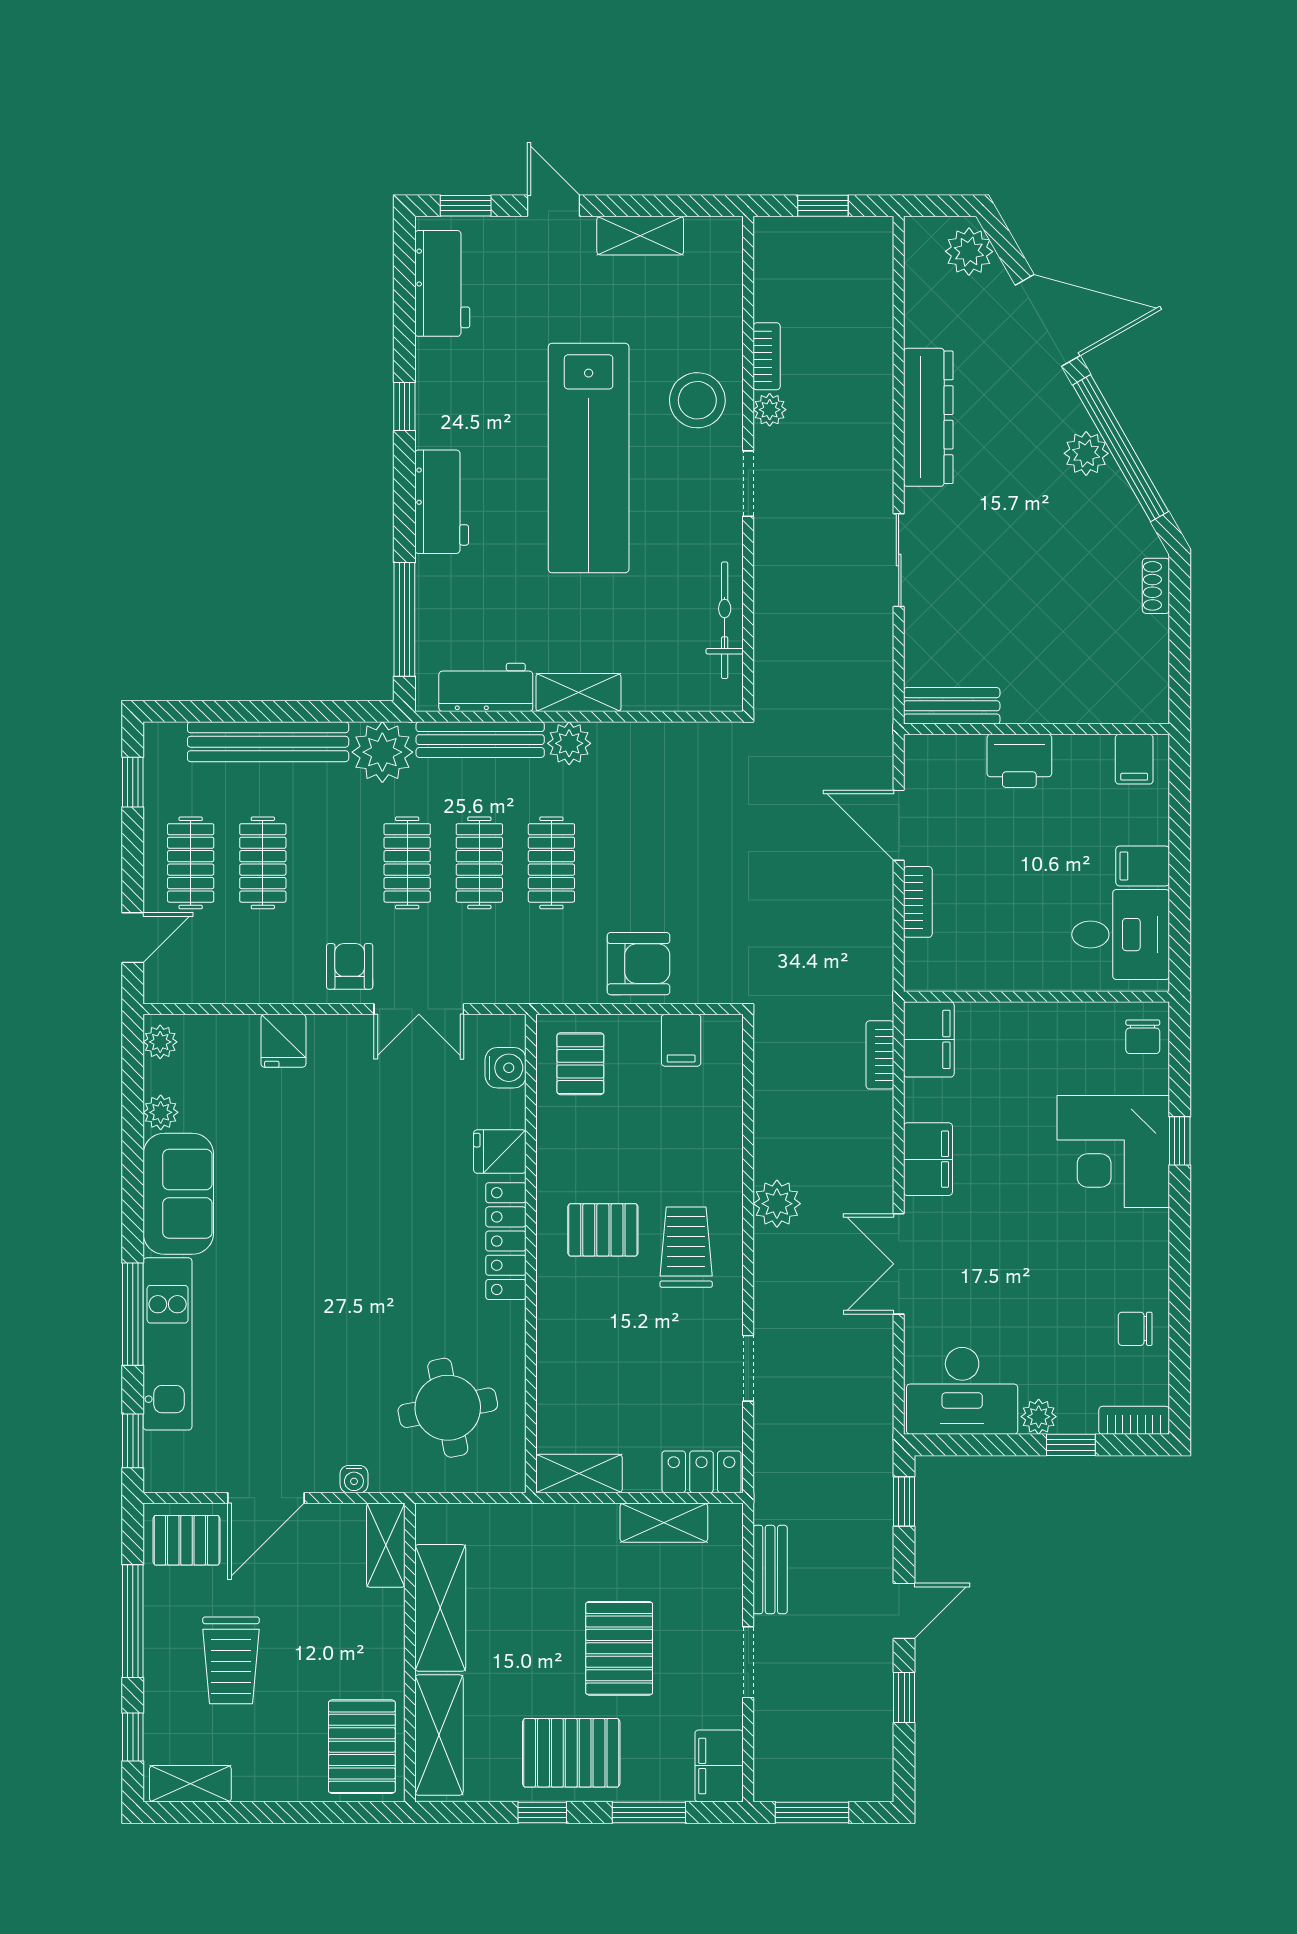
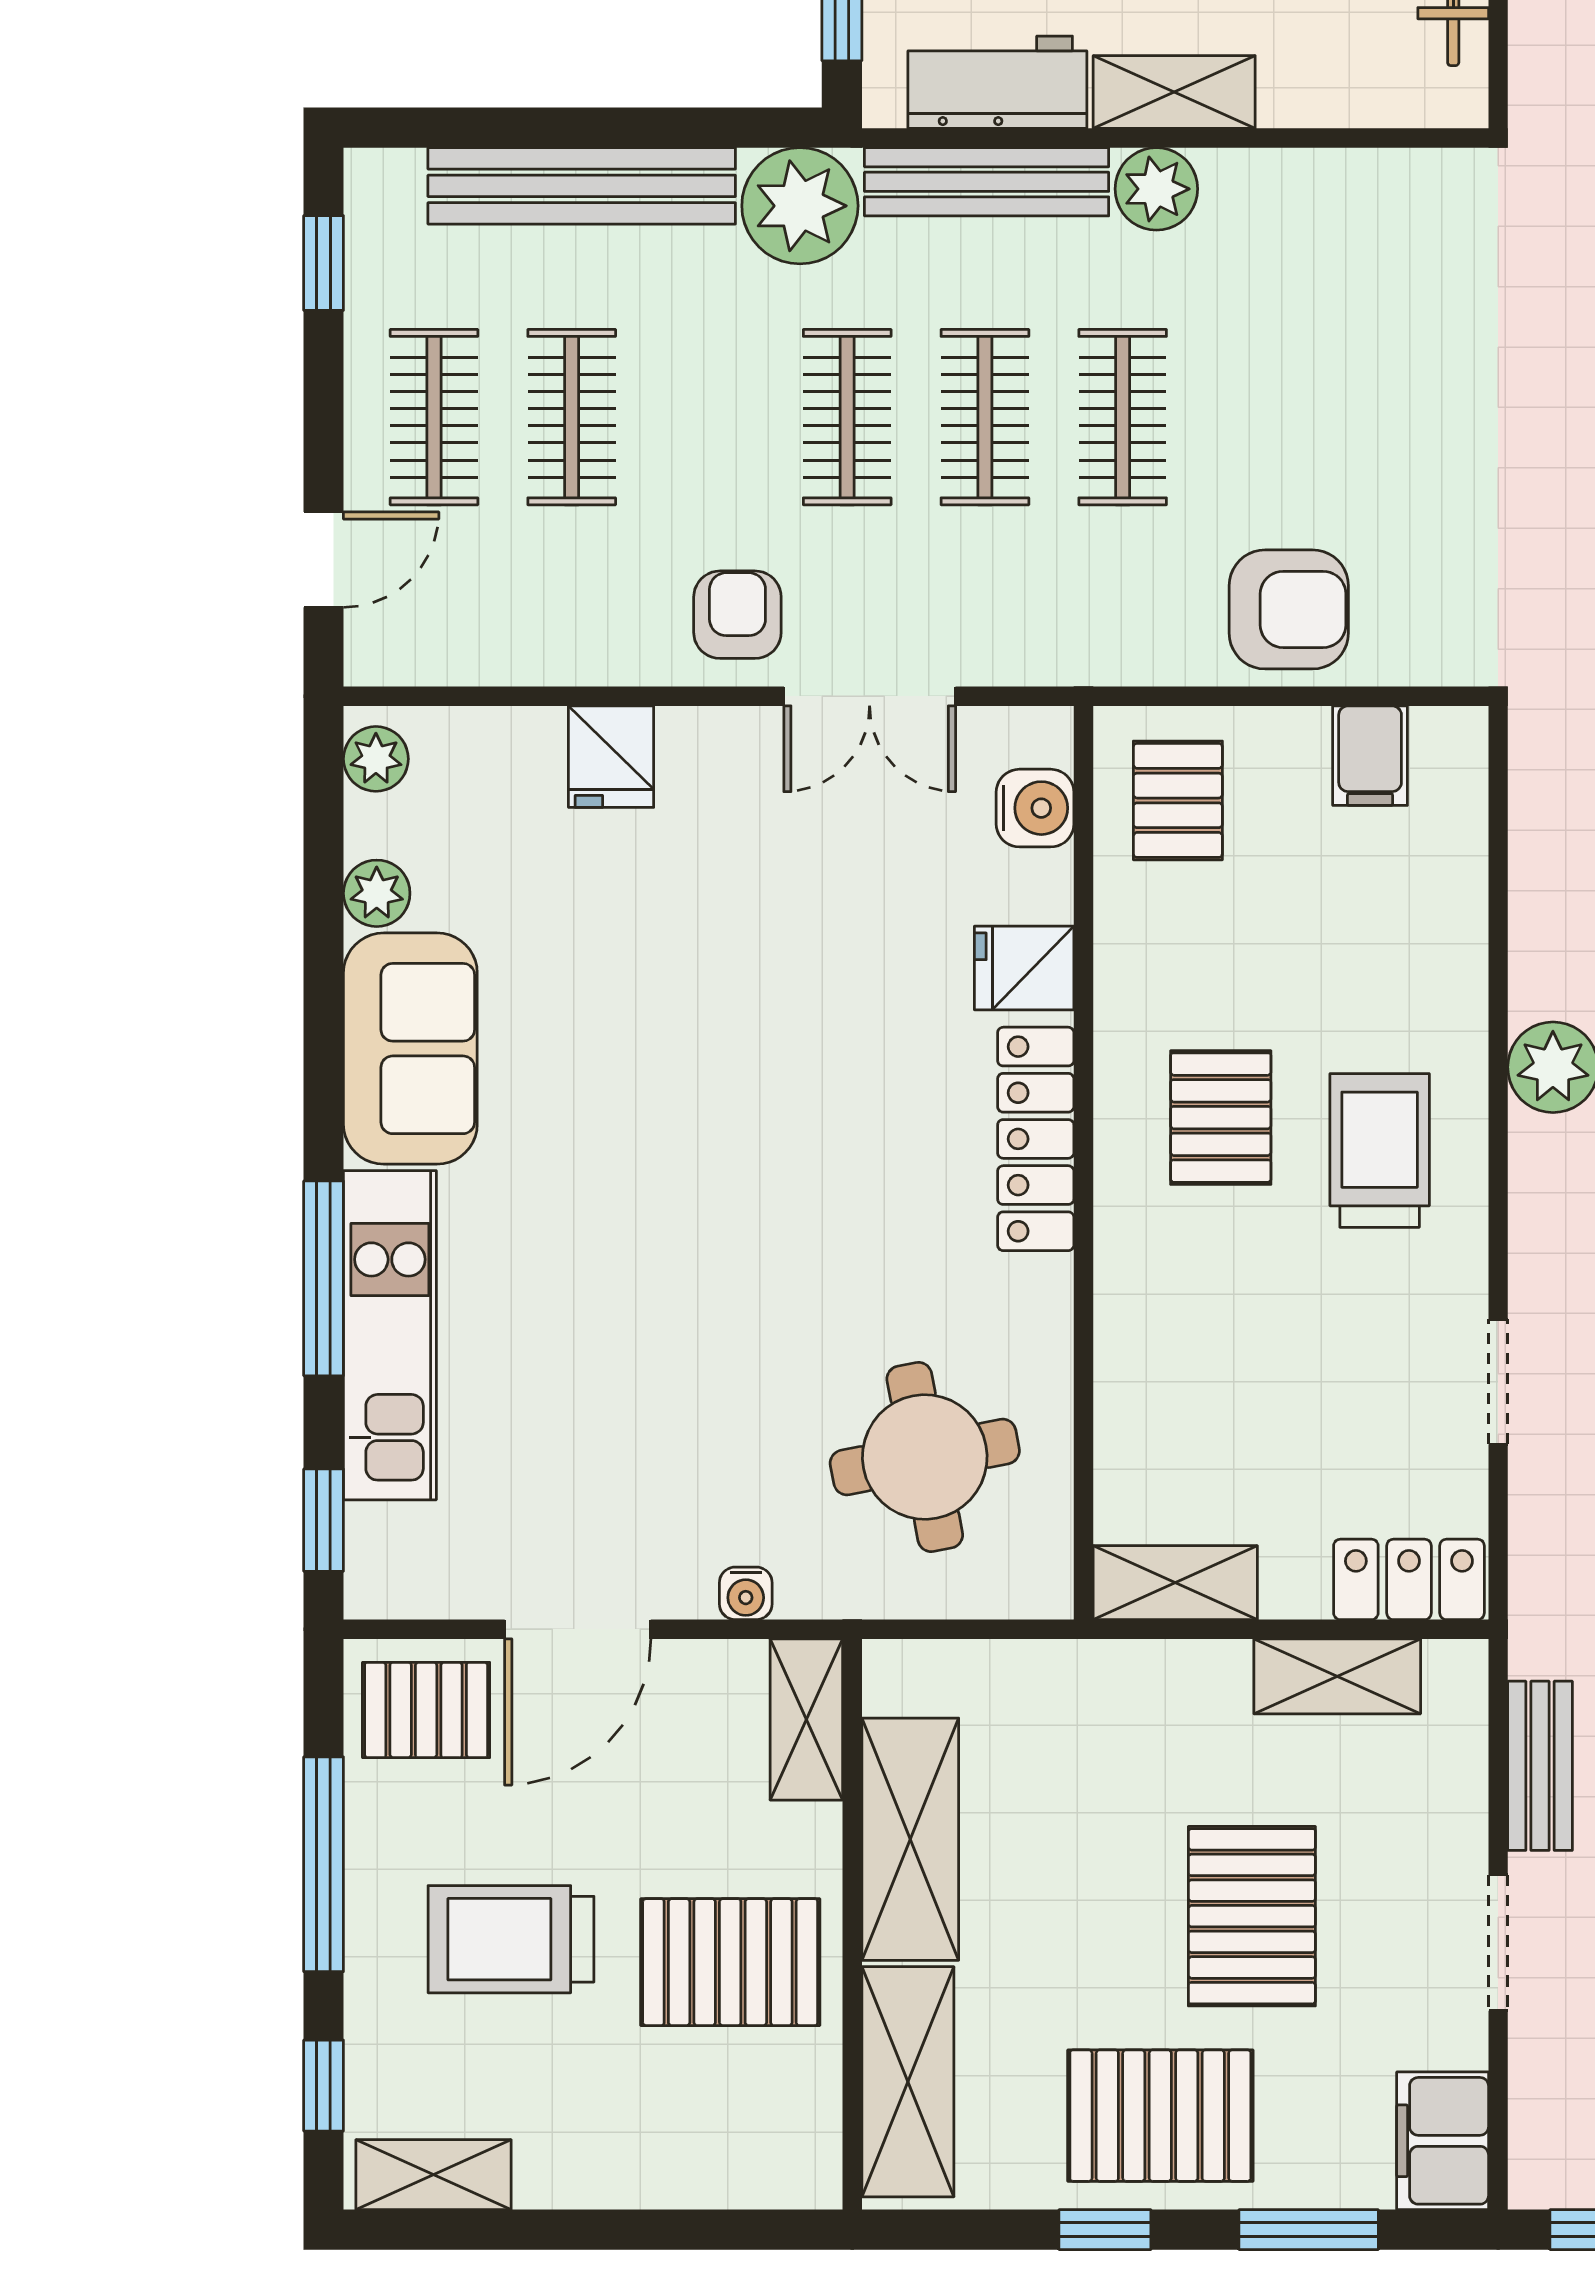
pallet: (603, 1230) -> (1221, 1118), turned 90
trolley: (231, 1660) -> (511, 1939), turned 90
pallet: (362, 1747) -> (730, 1962), moved, turned 90

